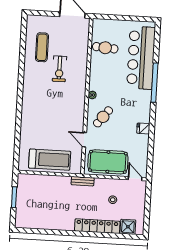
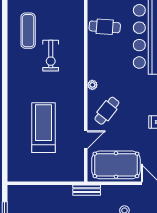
door: (84, 140) -> (86, 140), swing flipped
treadmill: (50, 160) -> (43, 128), moved, turned -90

